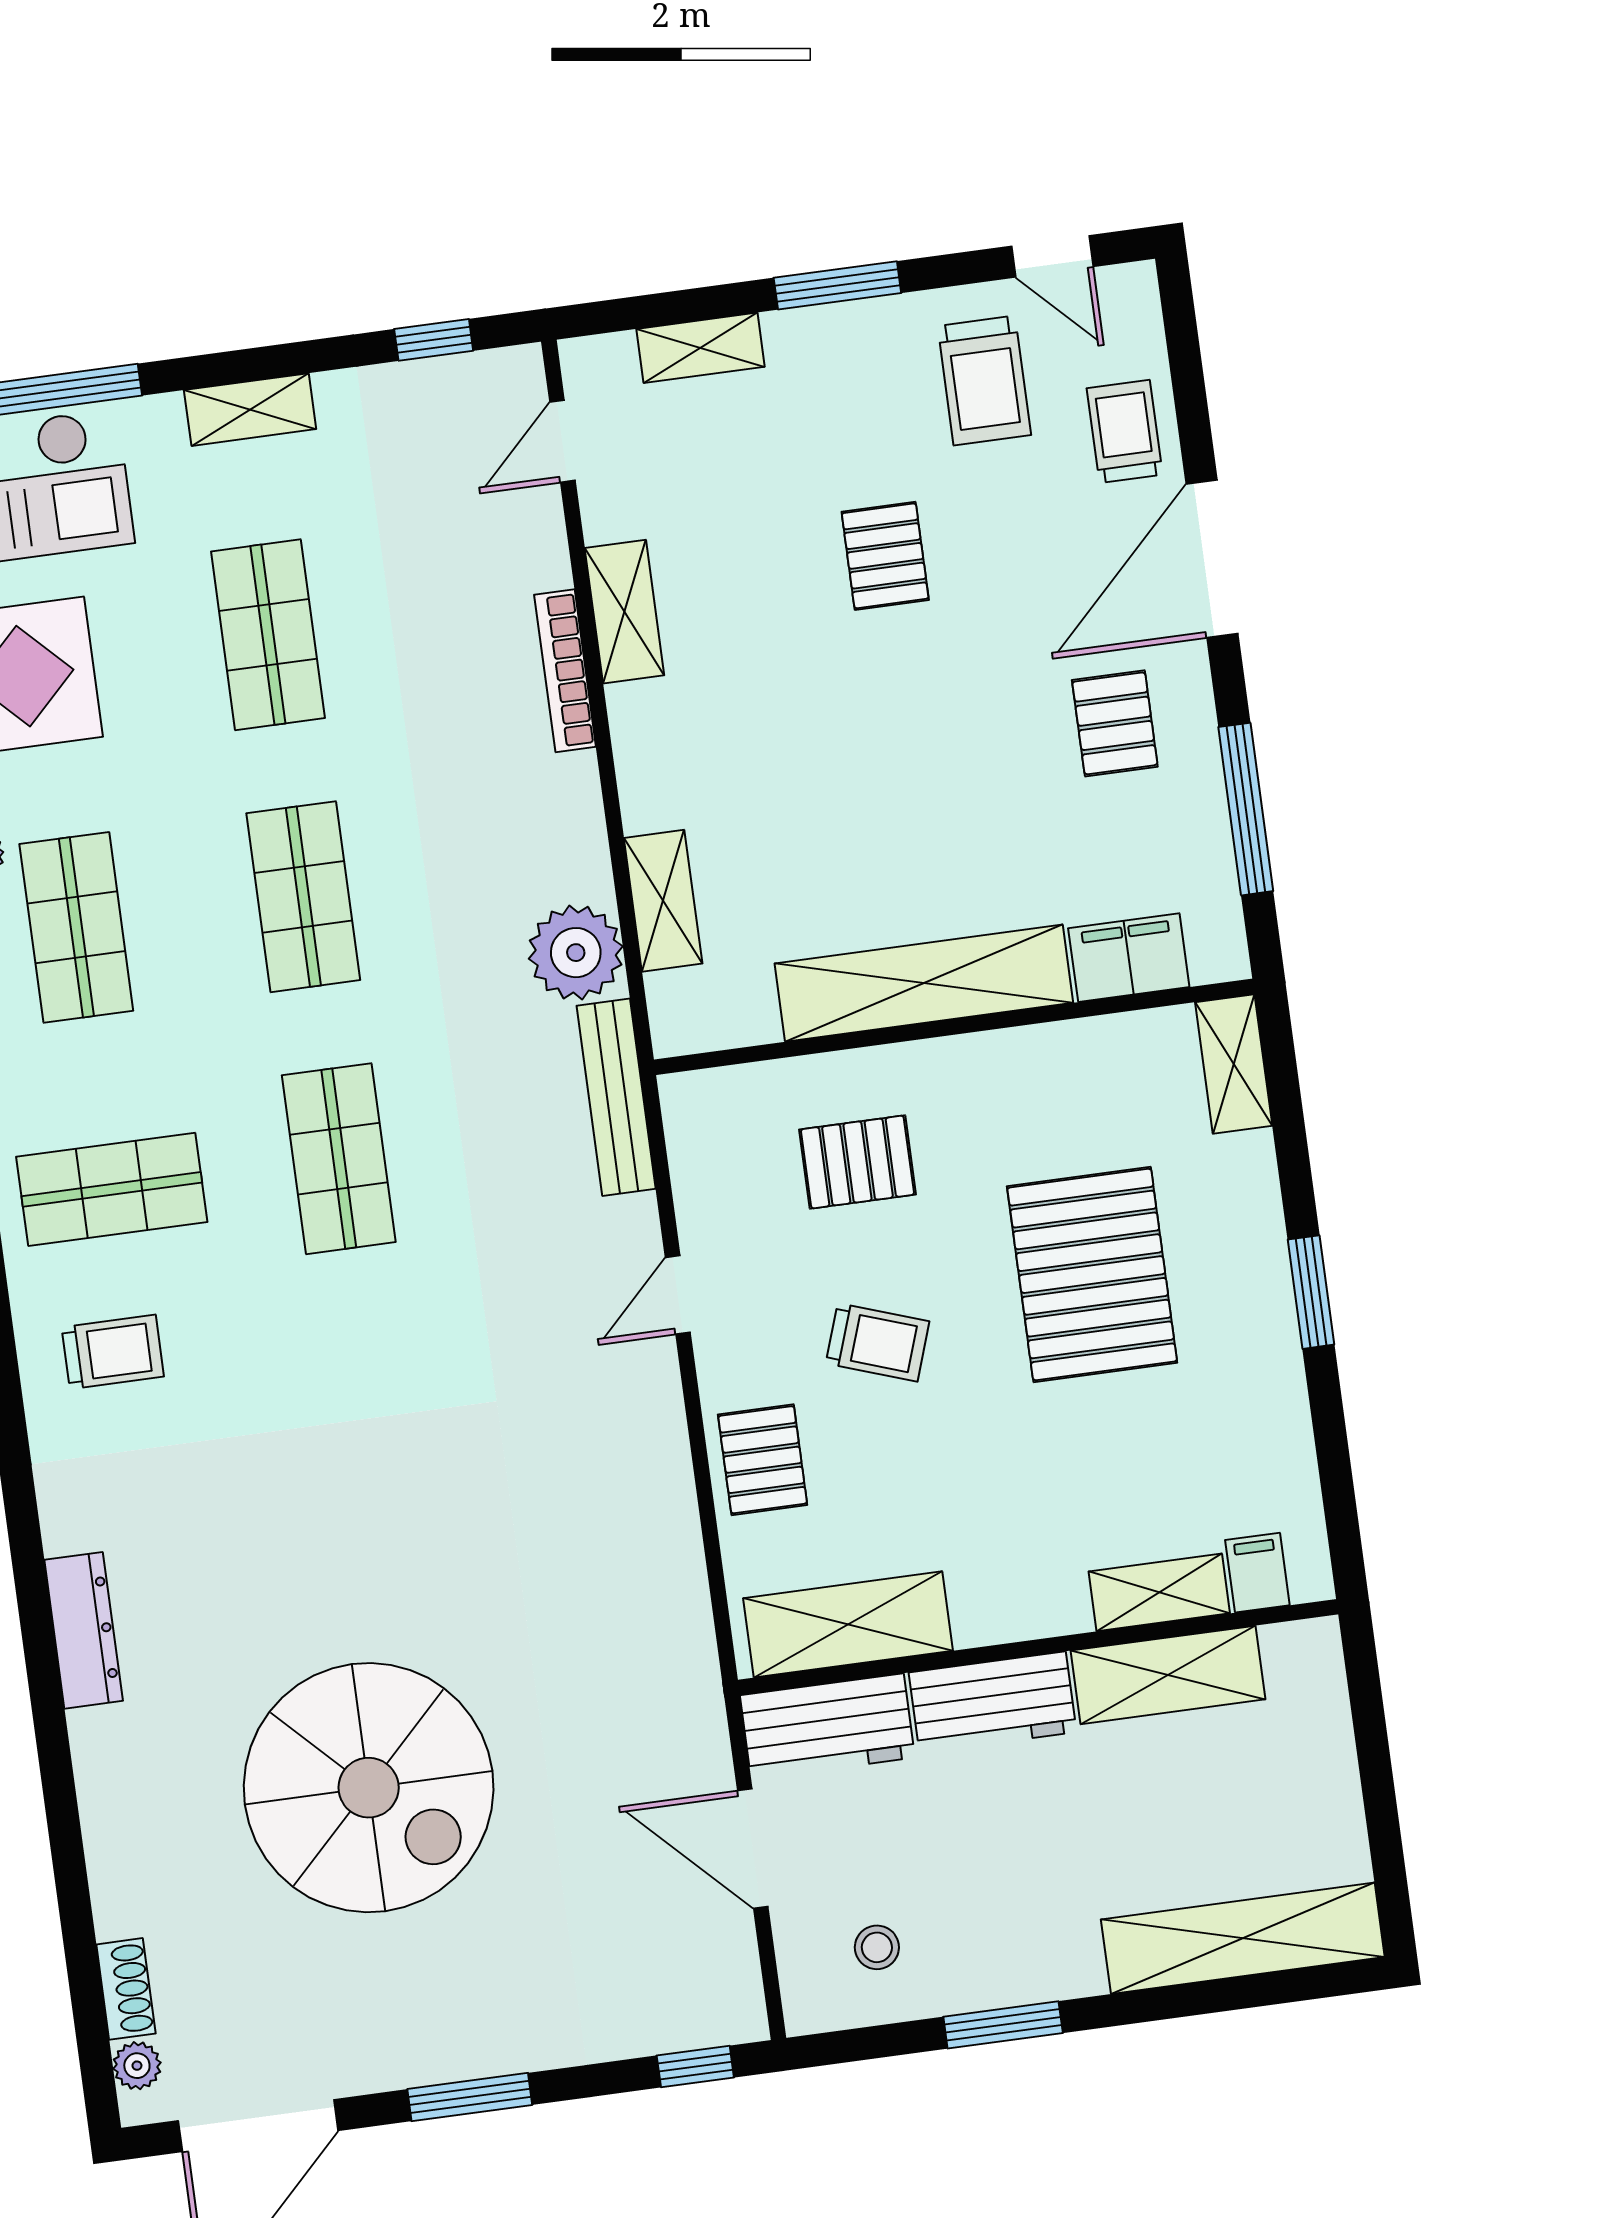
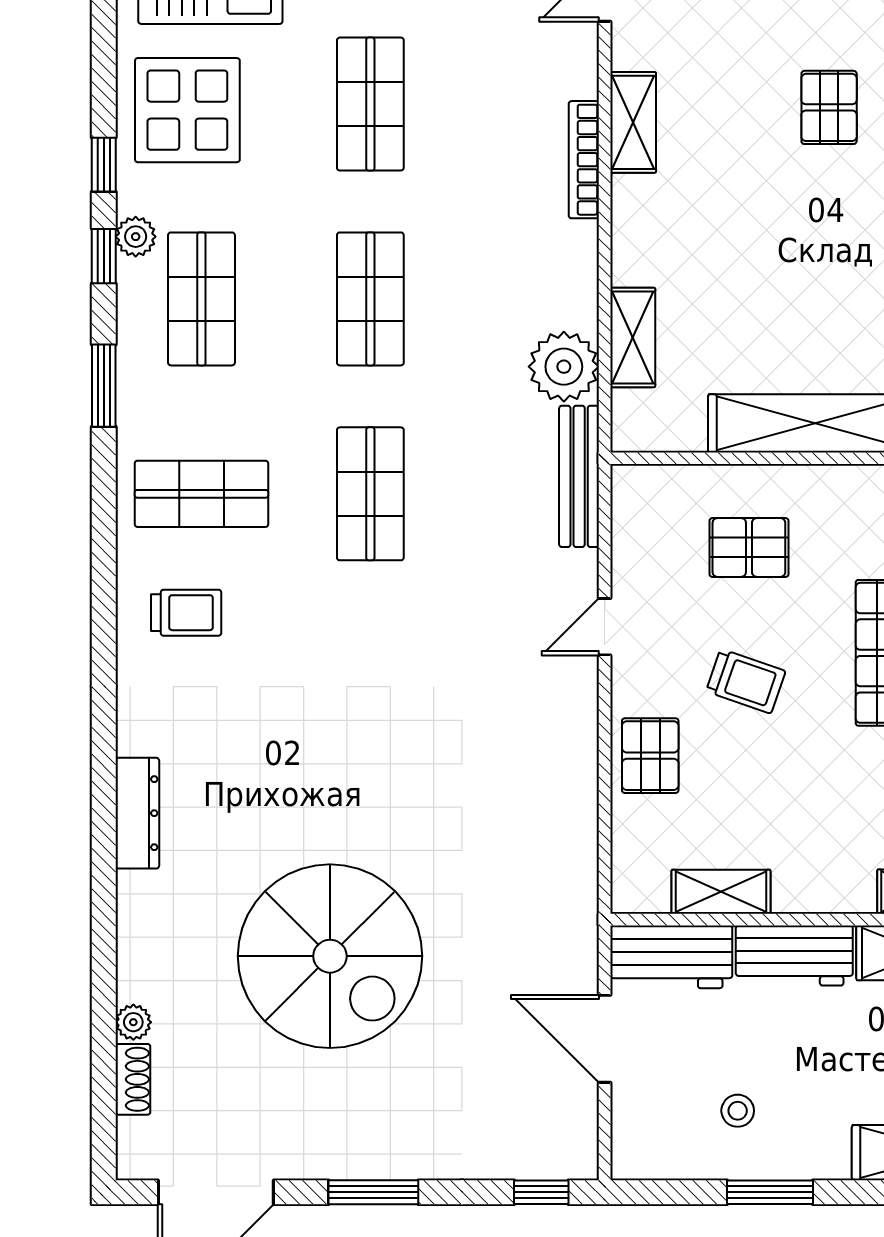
shelving: (848, 1624) -> (721, 892), width x0.67, depth x0.75
stool: (877, 1947) -> (738, 1111), moved
plant: (137, 2066) -> (133, 1022), moved

